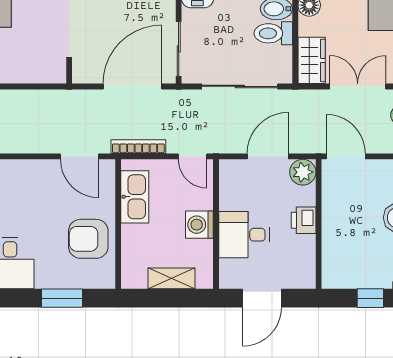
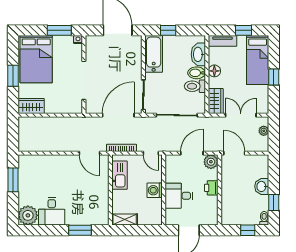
armchair: (88, 239) -> (94, 198), removed
shelving: (171, 278) -> (125, 219), moved

